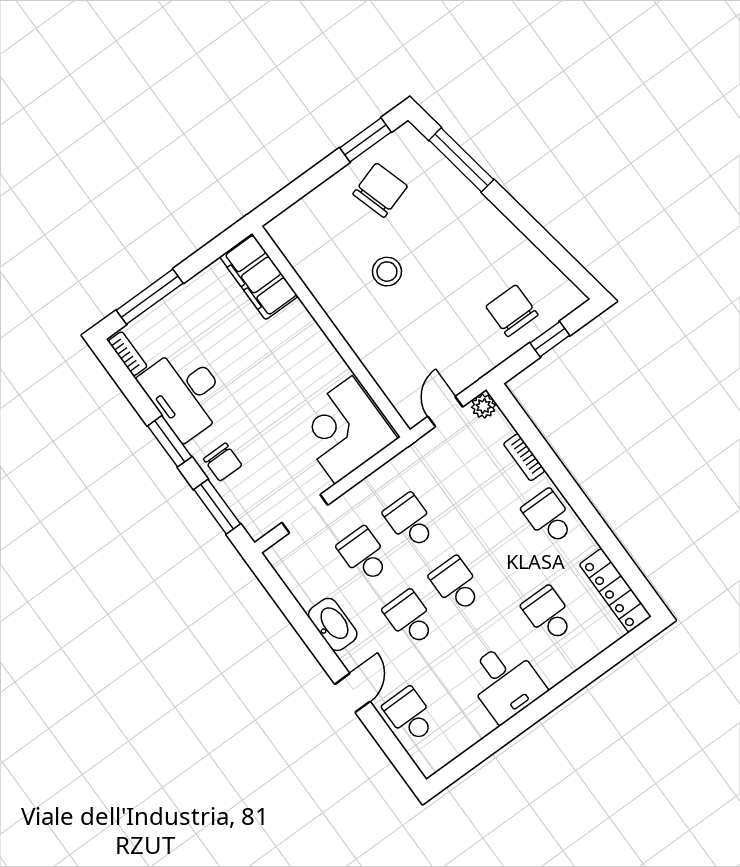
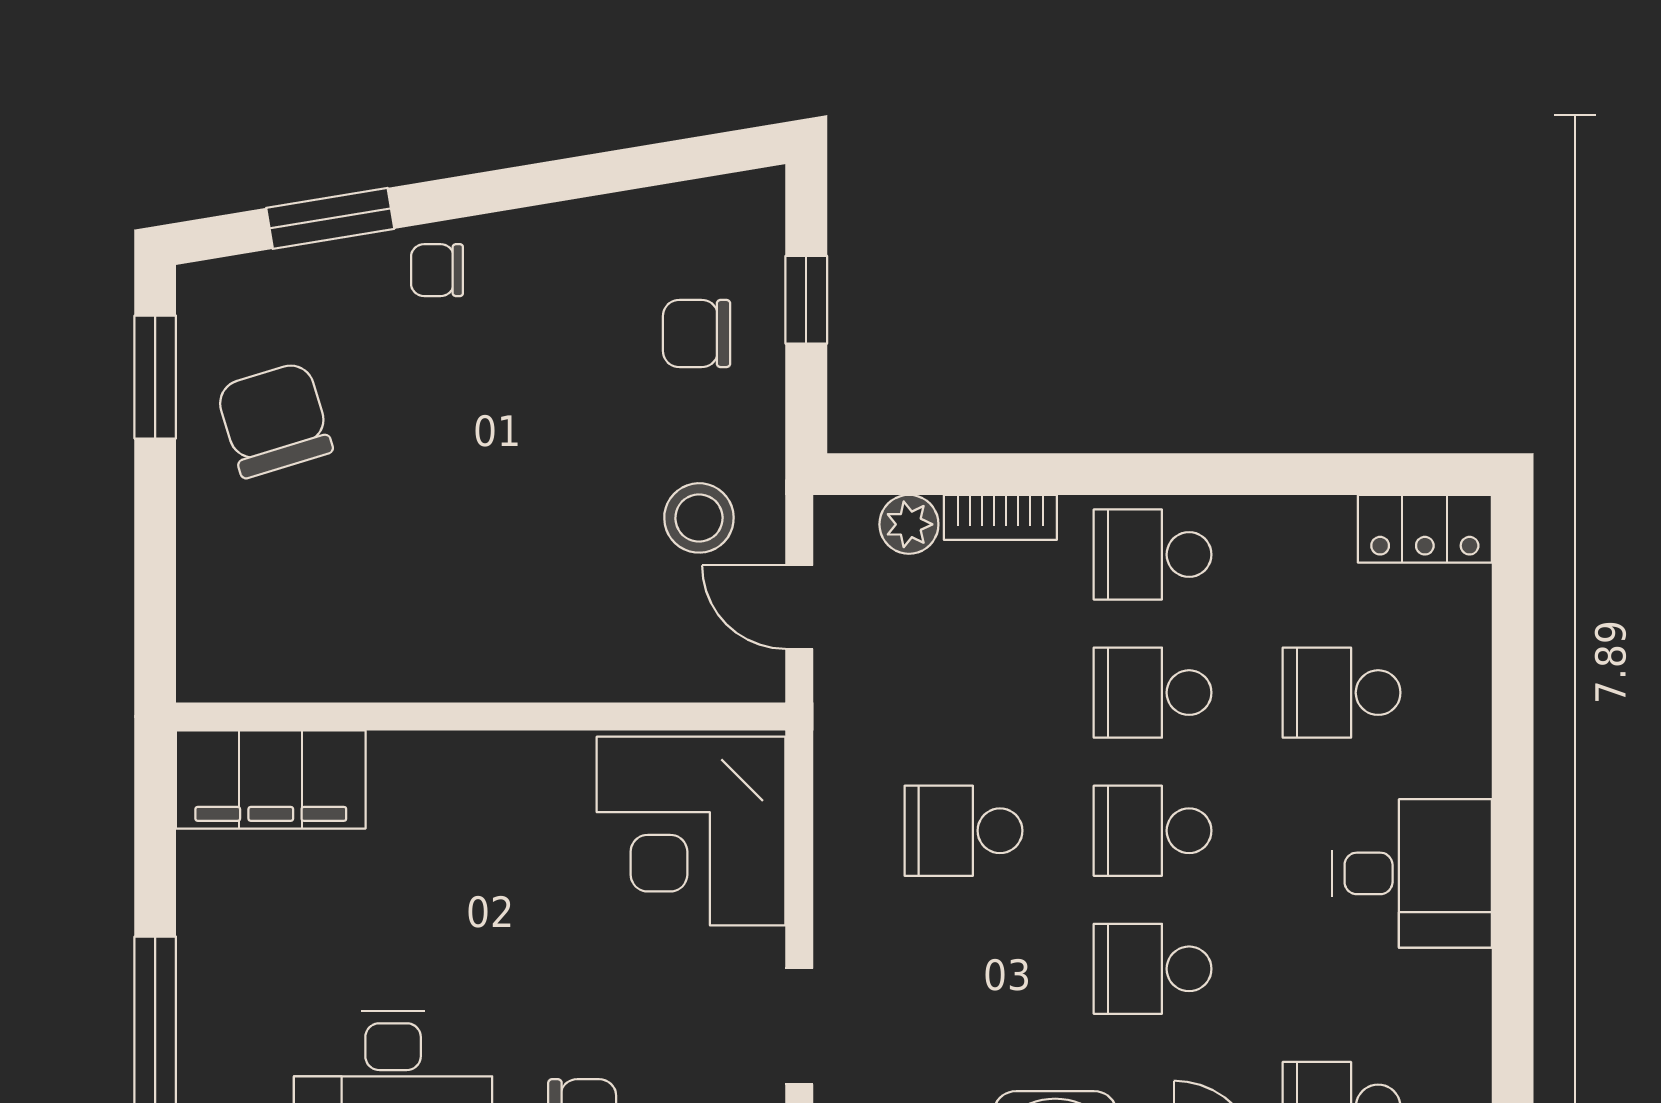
window: (461, 160) -> (330, 218), width x0.69
chair: (470, 208) -> (437, 270), added
stool: (387, 272) -> (699, 518), moved
chair: (512, 311) -> (697, 334), width x0.73, depth x0.73
plant: (484, 406) -> (909, 524), moved
school desk: (364, 555) -> (1153, 693), moved
locker: (615, 590) -> (1425, 529), width x0.66

